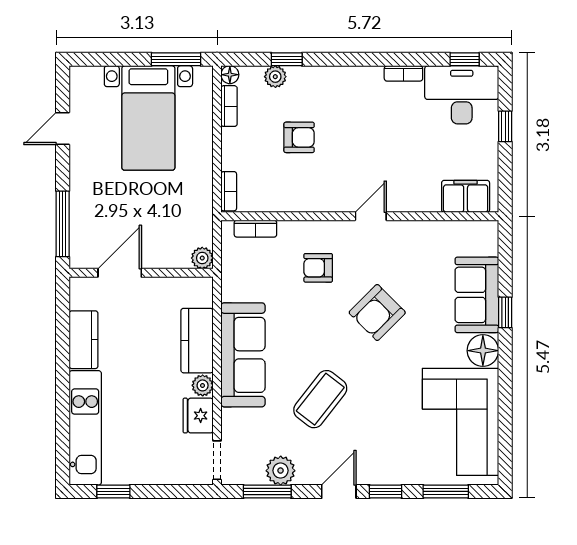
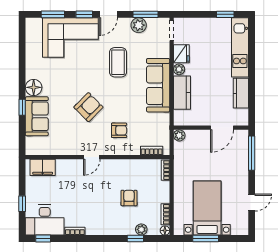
window: (176, 59) -> (206, 238), moved
armchair: (299, 137) -> (129, 198), turned 90
coffee table: (320, 399) -> (118, 62), turned -38
corner sofa: (460, 422) -> (70, 37), moved, turned 90

